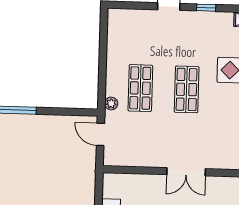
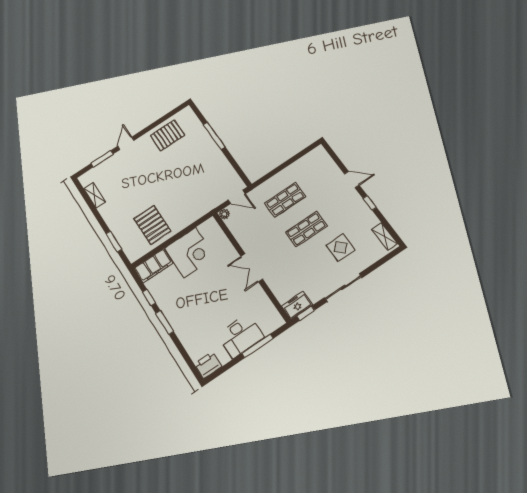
plant: (111, 103) -> (224, 214), moved
door: (100, 134) -> (237, 197), swing flipped

